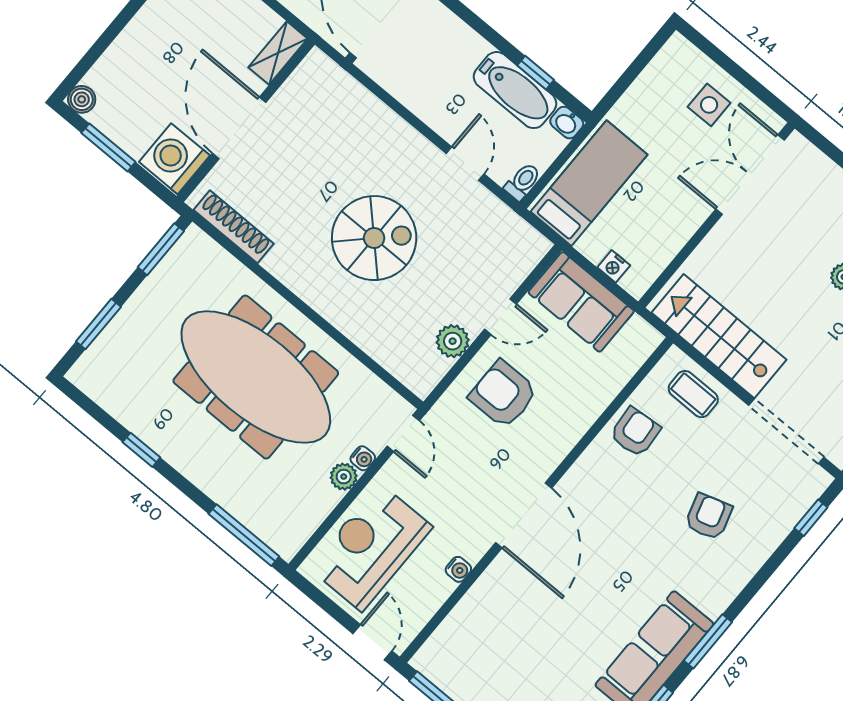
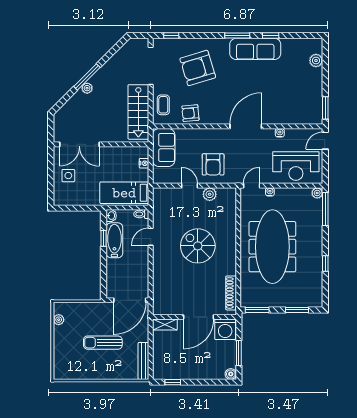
sofa: (581, 302) -> (164, 148), moved
plant: (344, 477) -> (317, 193), moved
armchair: (709, 517) -> (198, 68), width x1.88, depth x1.88

